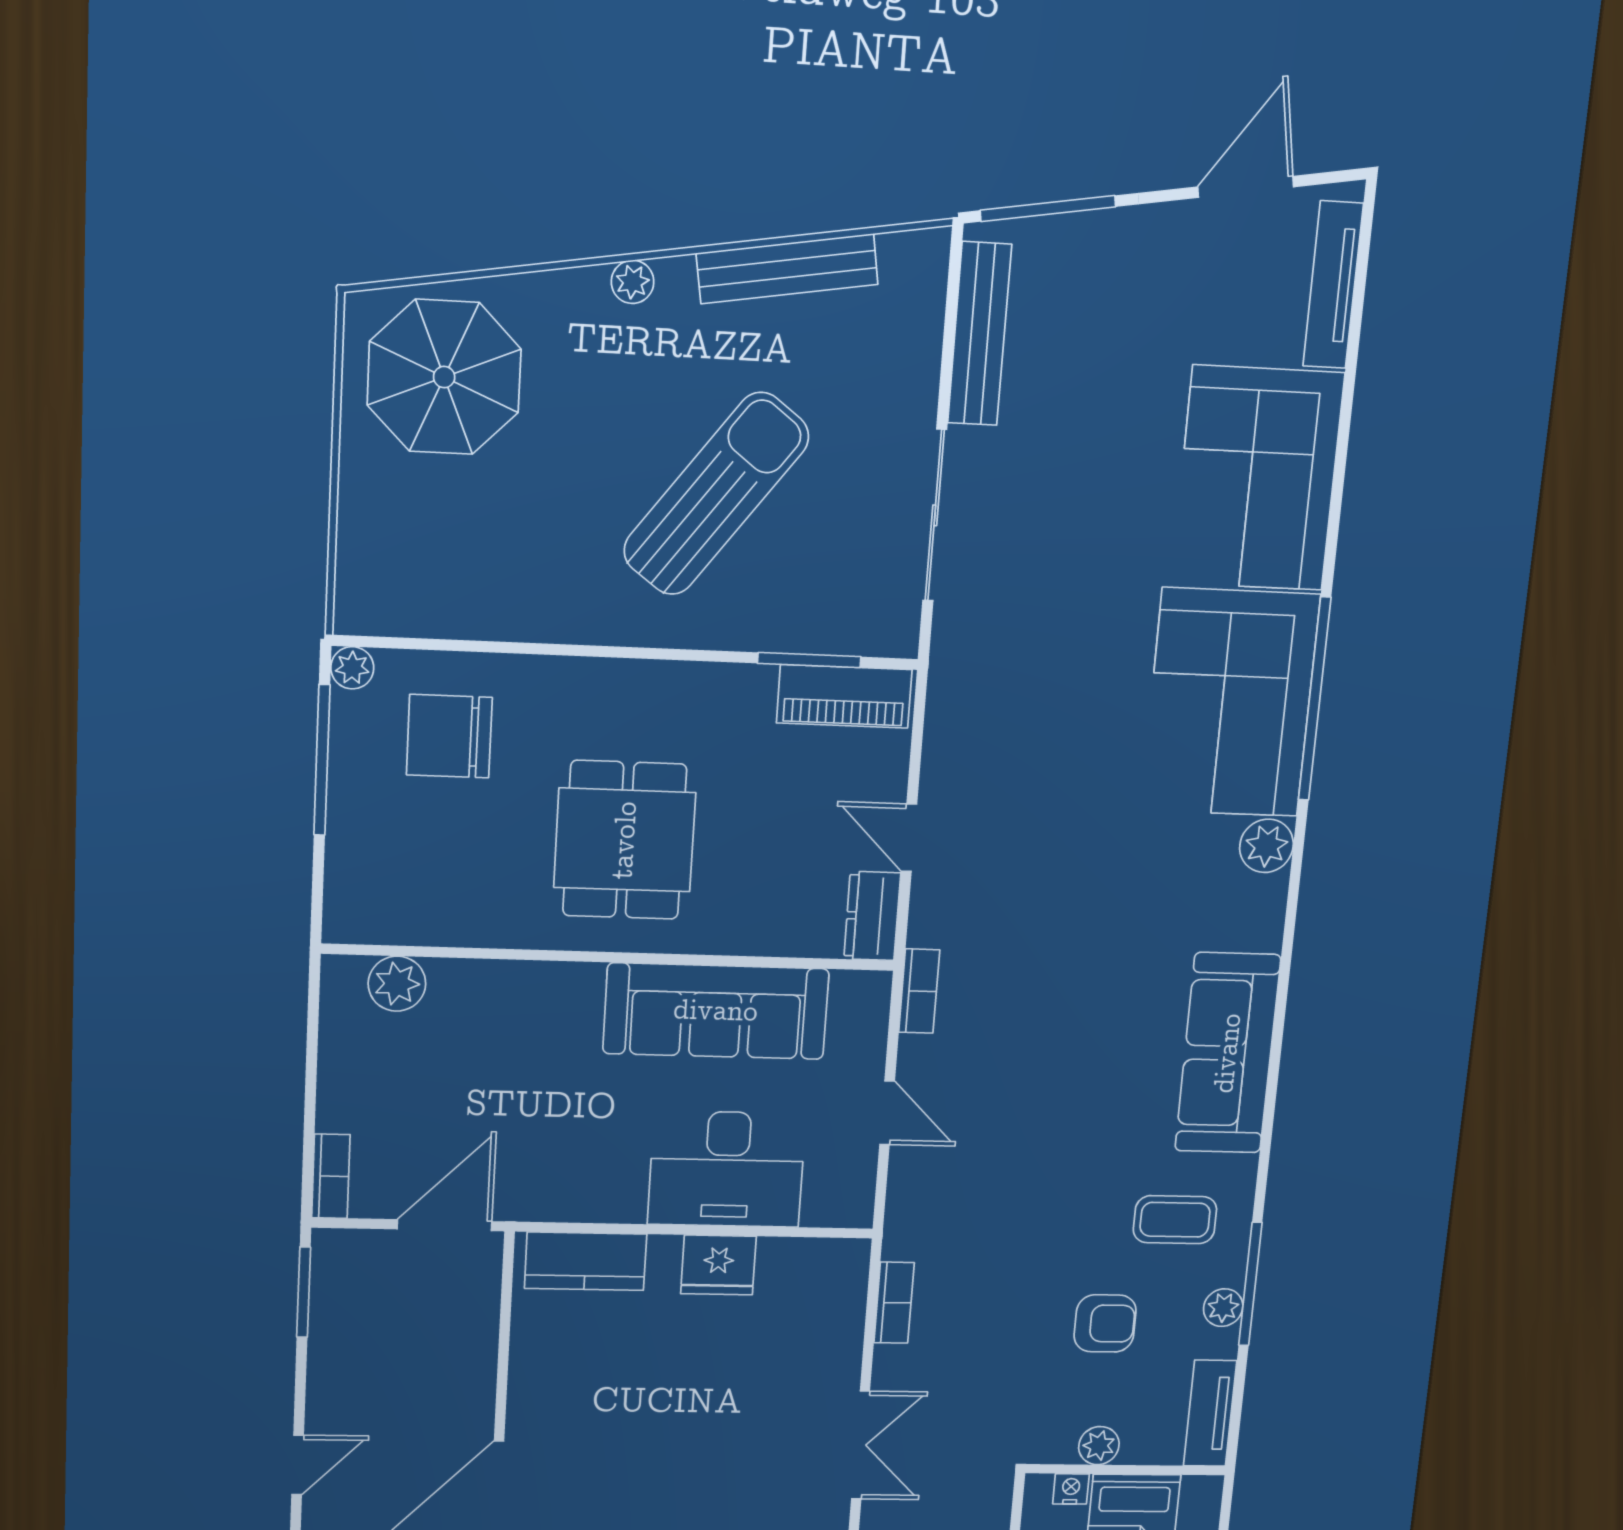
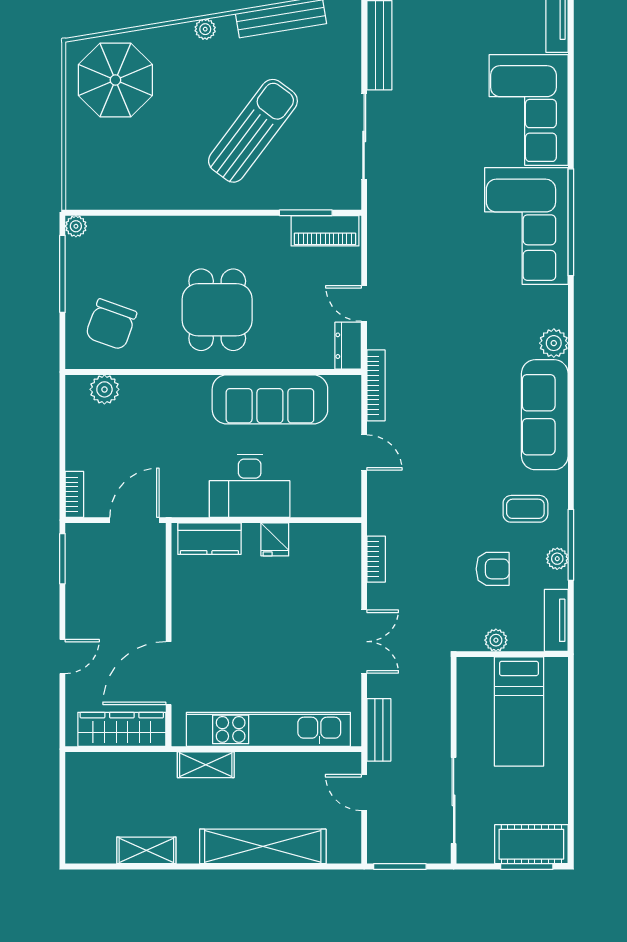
chair: (449, 736) -> (111, 324), moved, turned -70
plant: (1267, 846) -> (554, 343), moved
bookcase: (919, 991) -> (376, 385), width x1.56
desk: (727, 1169) -> (250, 486), moved
fridge: (718, 1265) -> (275, 539), width x0.72
nightstand: (1071, 1489) -> (483, 666), removed

